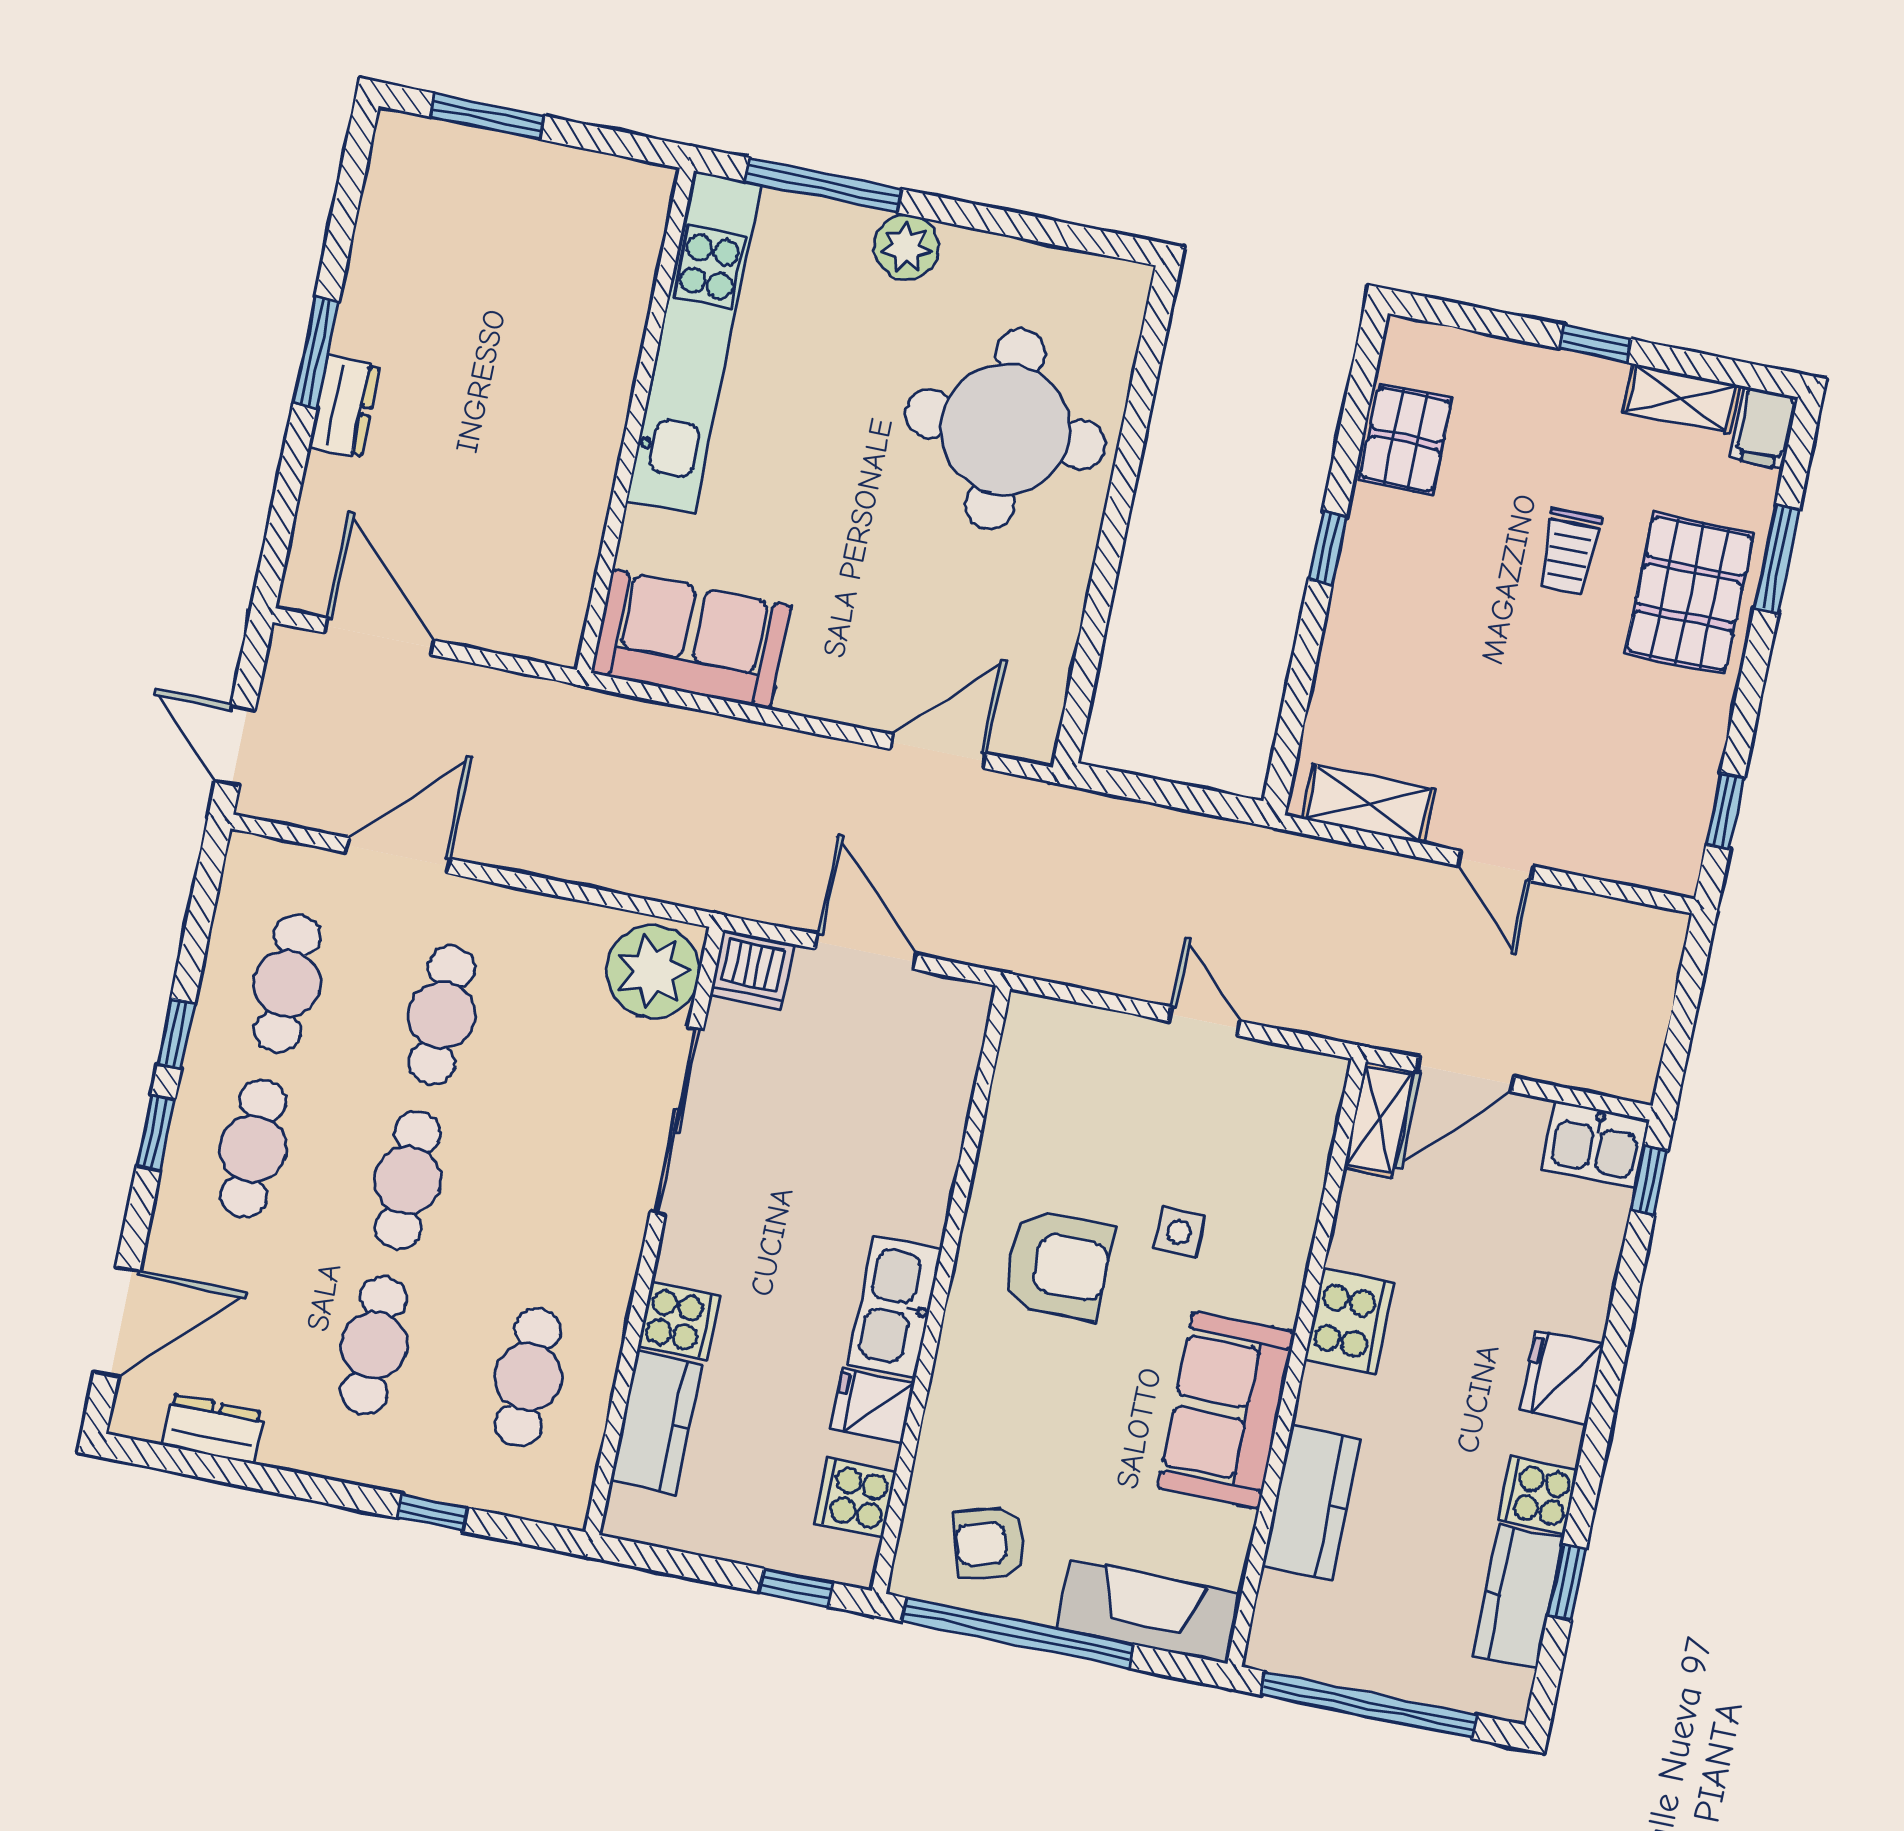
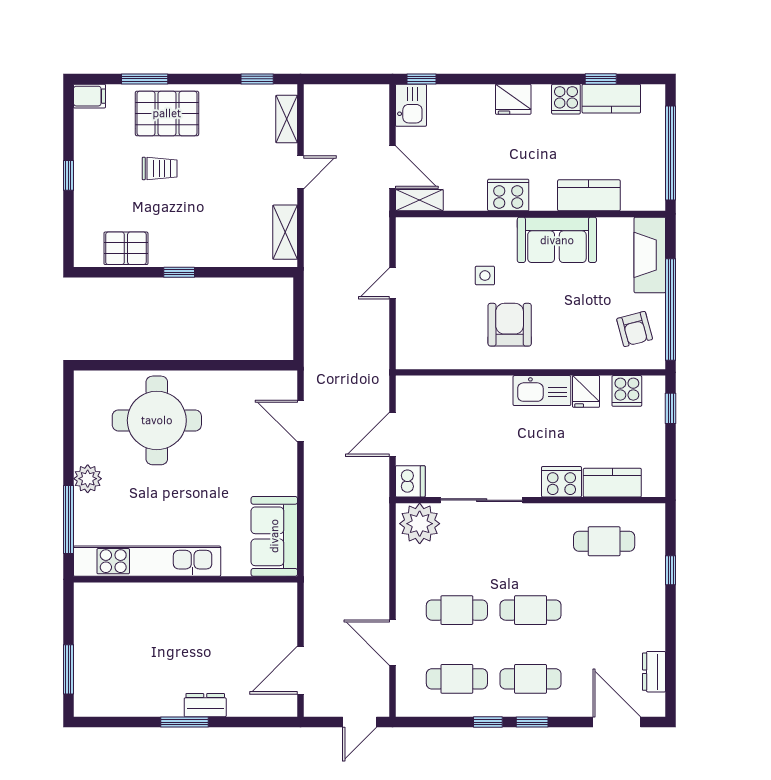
shelving: (1681, 398) -> (287, 119), moved
cooker: (679, 1321) -> (561, 482), width x1.36
cafe table: (374, 1345) -> (604, 610), removed

